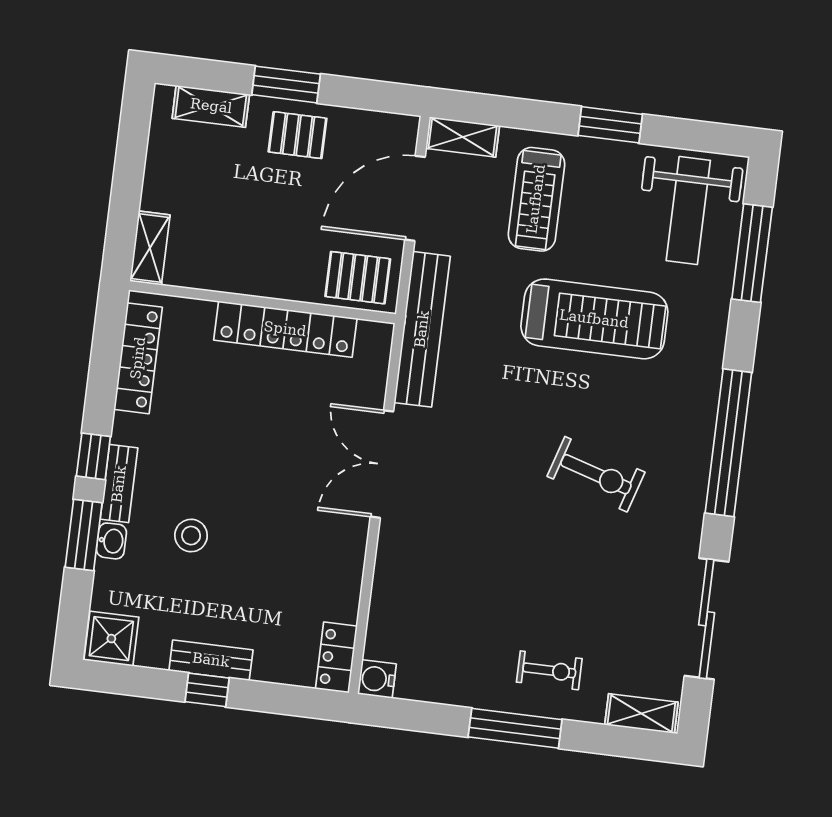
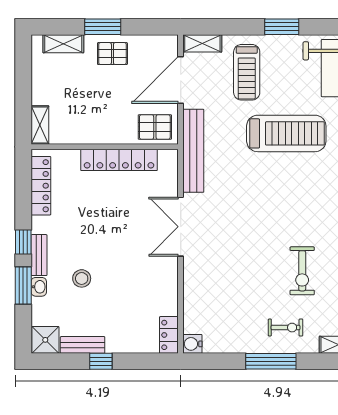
exercise bike: (596, 474) -> (302, 271), moved, turned 73
bench: (211, 660) -> (83, 345), moved

